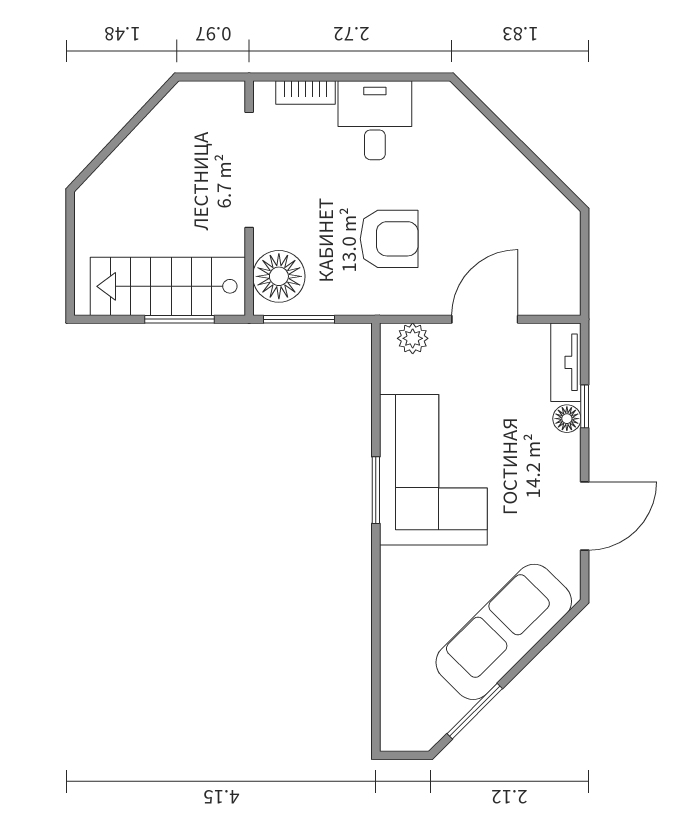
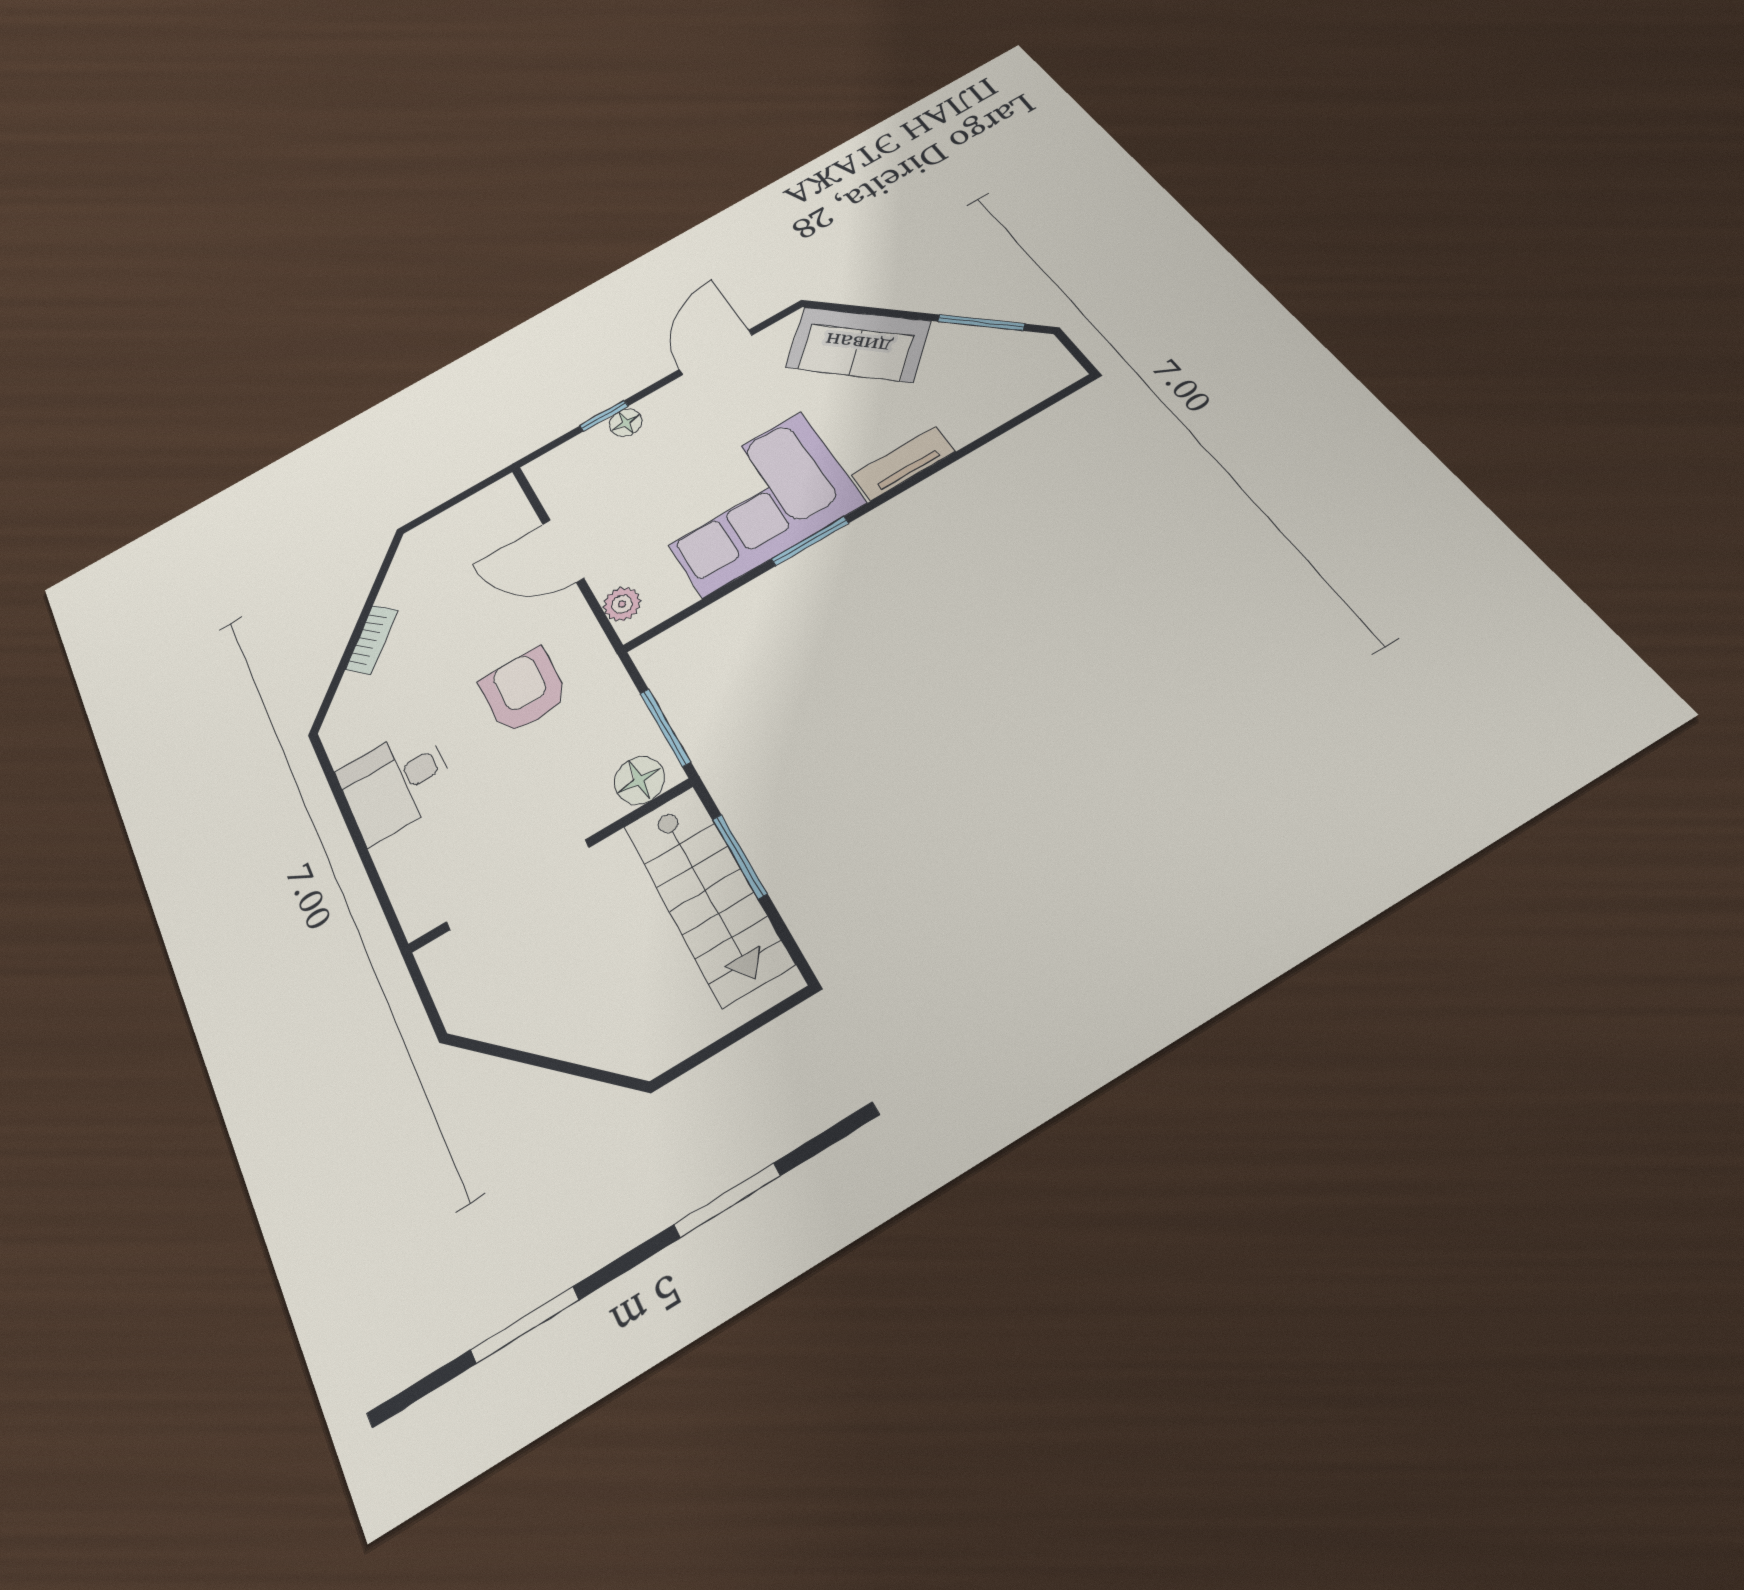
bookcase: (306, 93) -> (372, 640), moved, turned 45
floor lamp: (279, 276) -> (639, 780), width x0.73, depth x0.73
tv unit: (566, 362) -> (904, 463), moved, turned 180
door: (585, 516) -> (716, 352), hinge flipped
sofa: (504, 632) -> (858, 344), width x0.73

